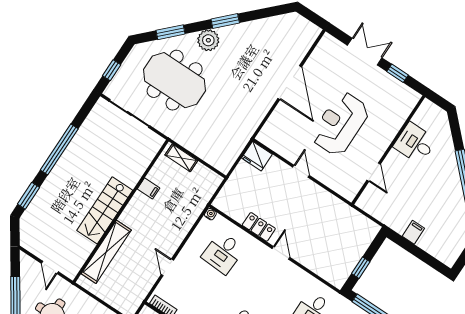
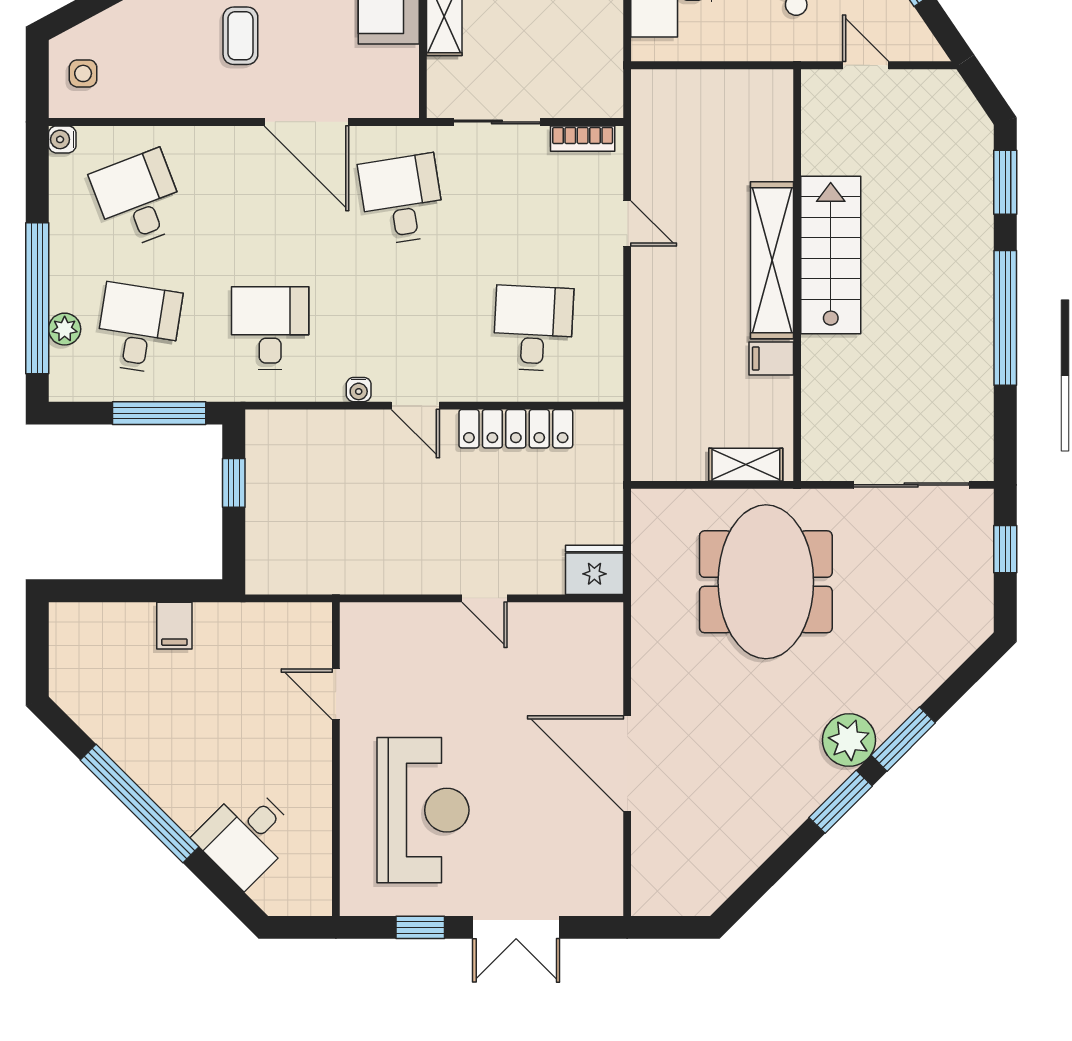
window: (171, 32) -> (903, 739), moved
meeting table: (175, 80) -> (766, 582), moved, turned 90
reception desk: (340, 124) -> (423, 810), moved
desk: (415, 143) -> (246, 836), moved, turned 135
water cooler: (210, 214) -> (359, 390), moved
locker: (259, 227) -> (516, 429), width x1.53
shelving: (106, 252) -> (772, 260), moved

